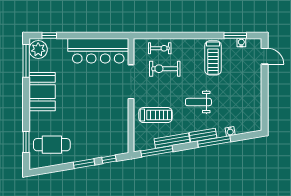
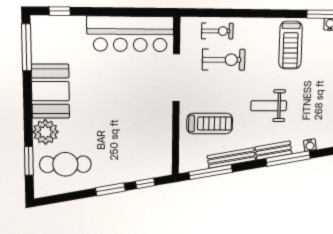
plant: (38, 49) -> (45, 132), moved
exercise bike: (165, 69) -> (224, 60), turned 180

